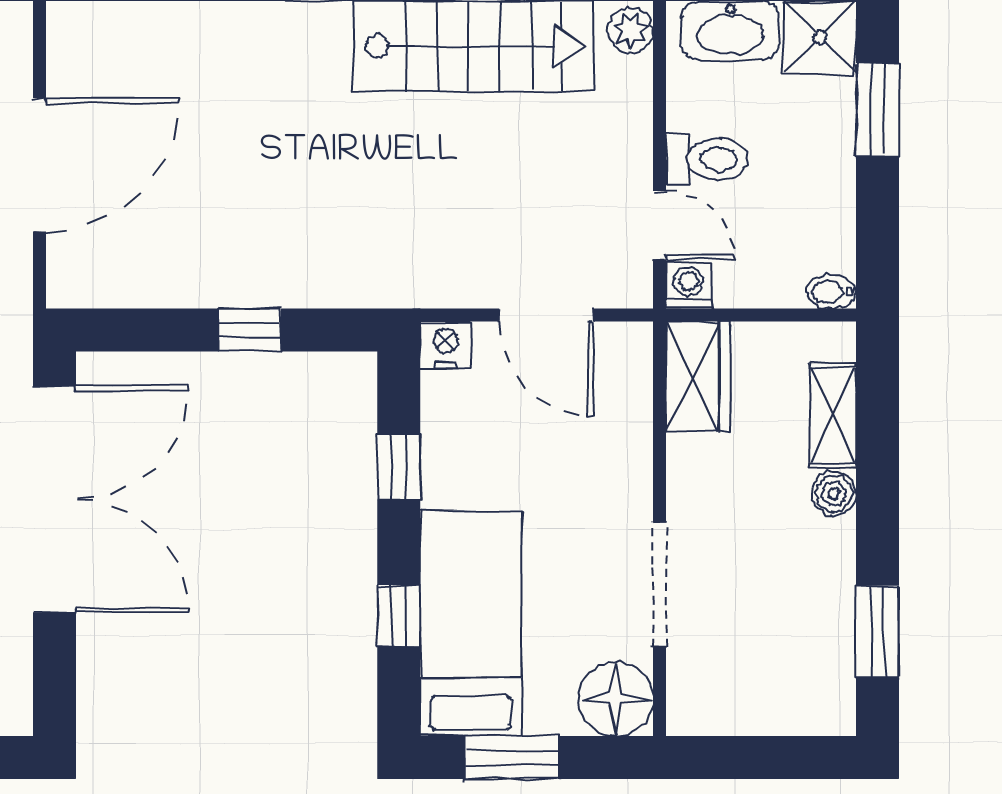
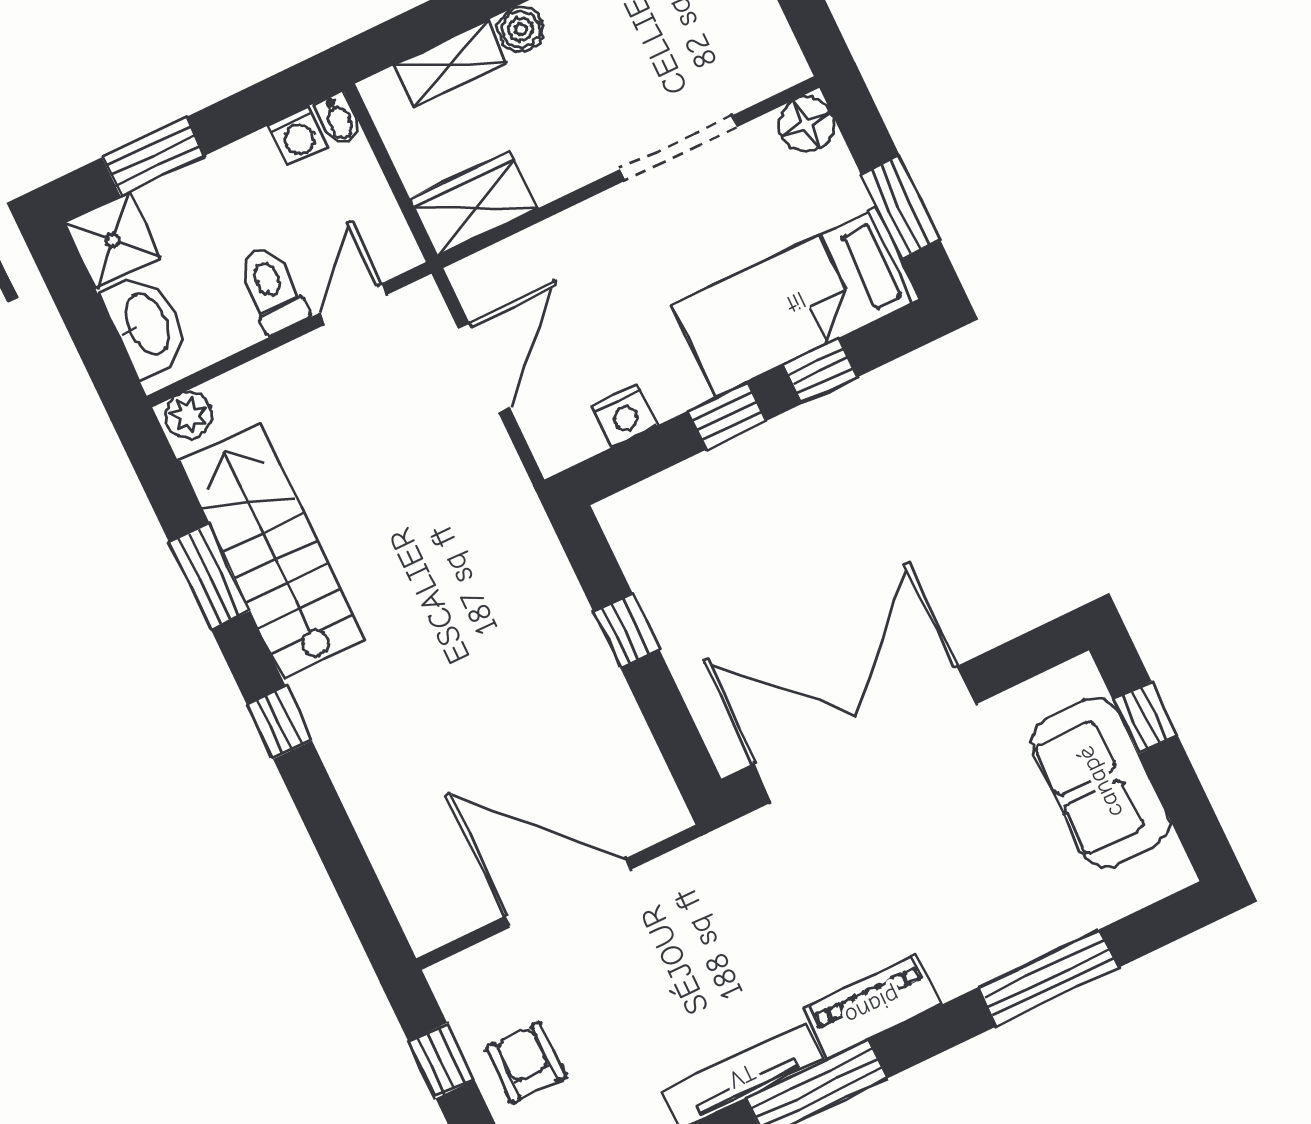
washing machine: (689, 286) -> (298, 137), moved, turned -90
nightstand: (445, 345) -> (624, 415), moved, turned -90
window: (399, 467) -> (727, 416), moved
floor lamp: (616, 699) -> (807, 124), width x0.73, depth x0.73

